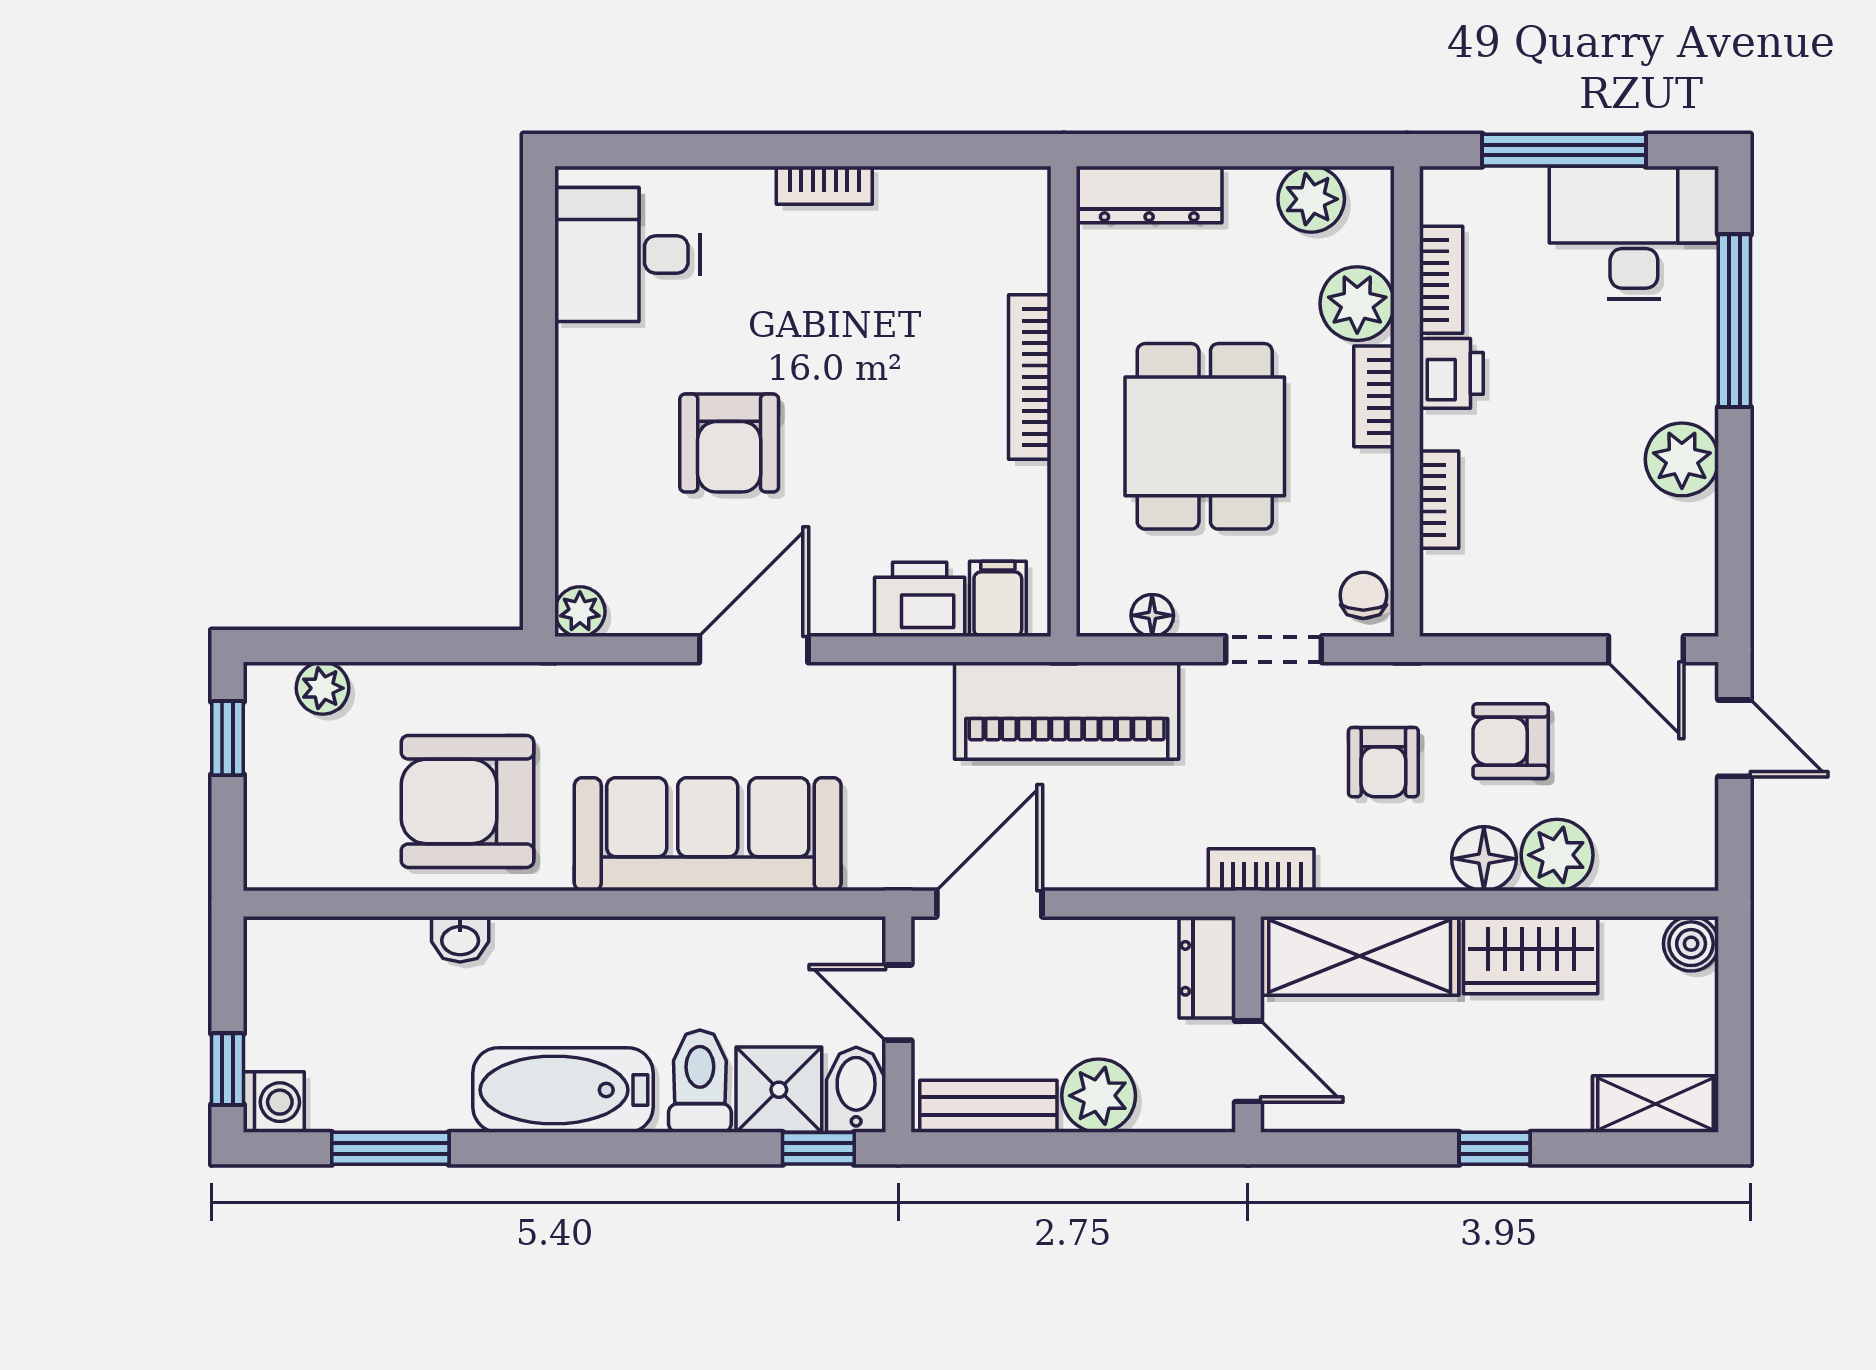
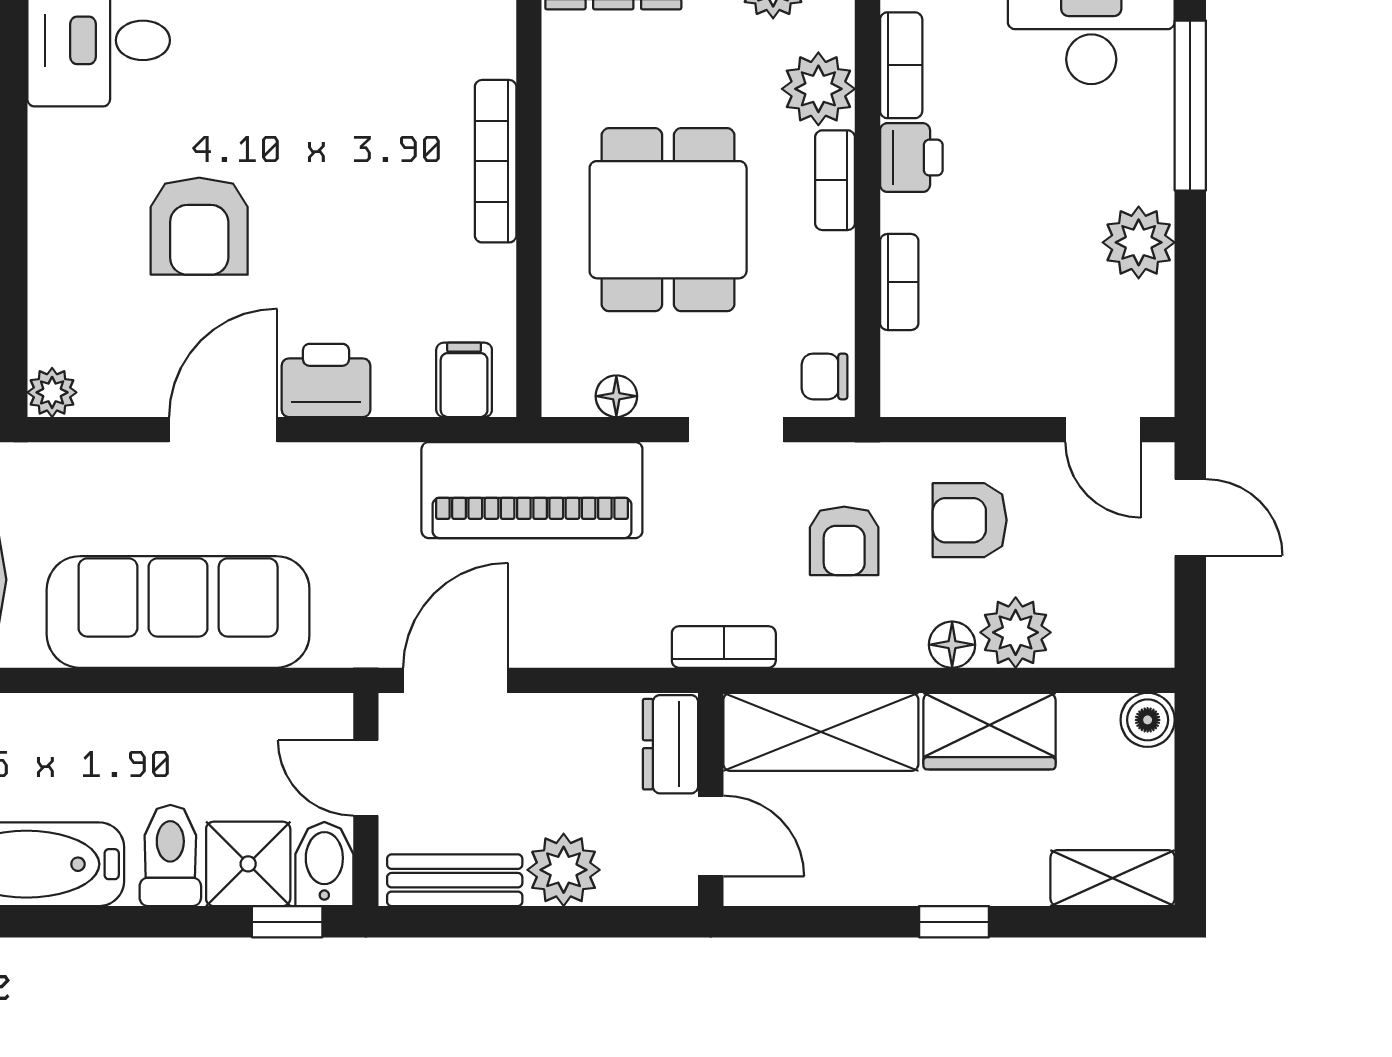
chair: (1363, 595) -> (825, 376), turned -90
printer: (920, 599) -> (326, 380), moved
floor lamp: (1484, 859) -> (952, 645), width x0.73, depth x0.73

